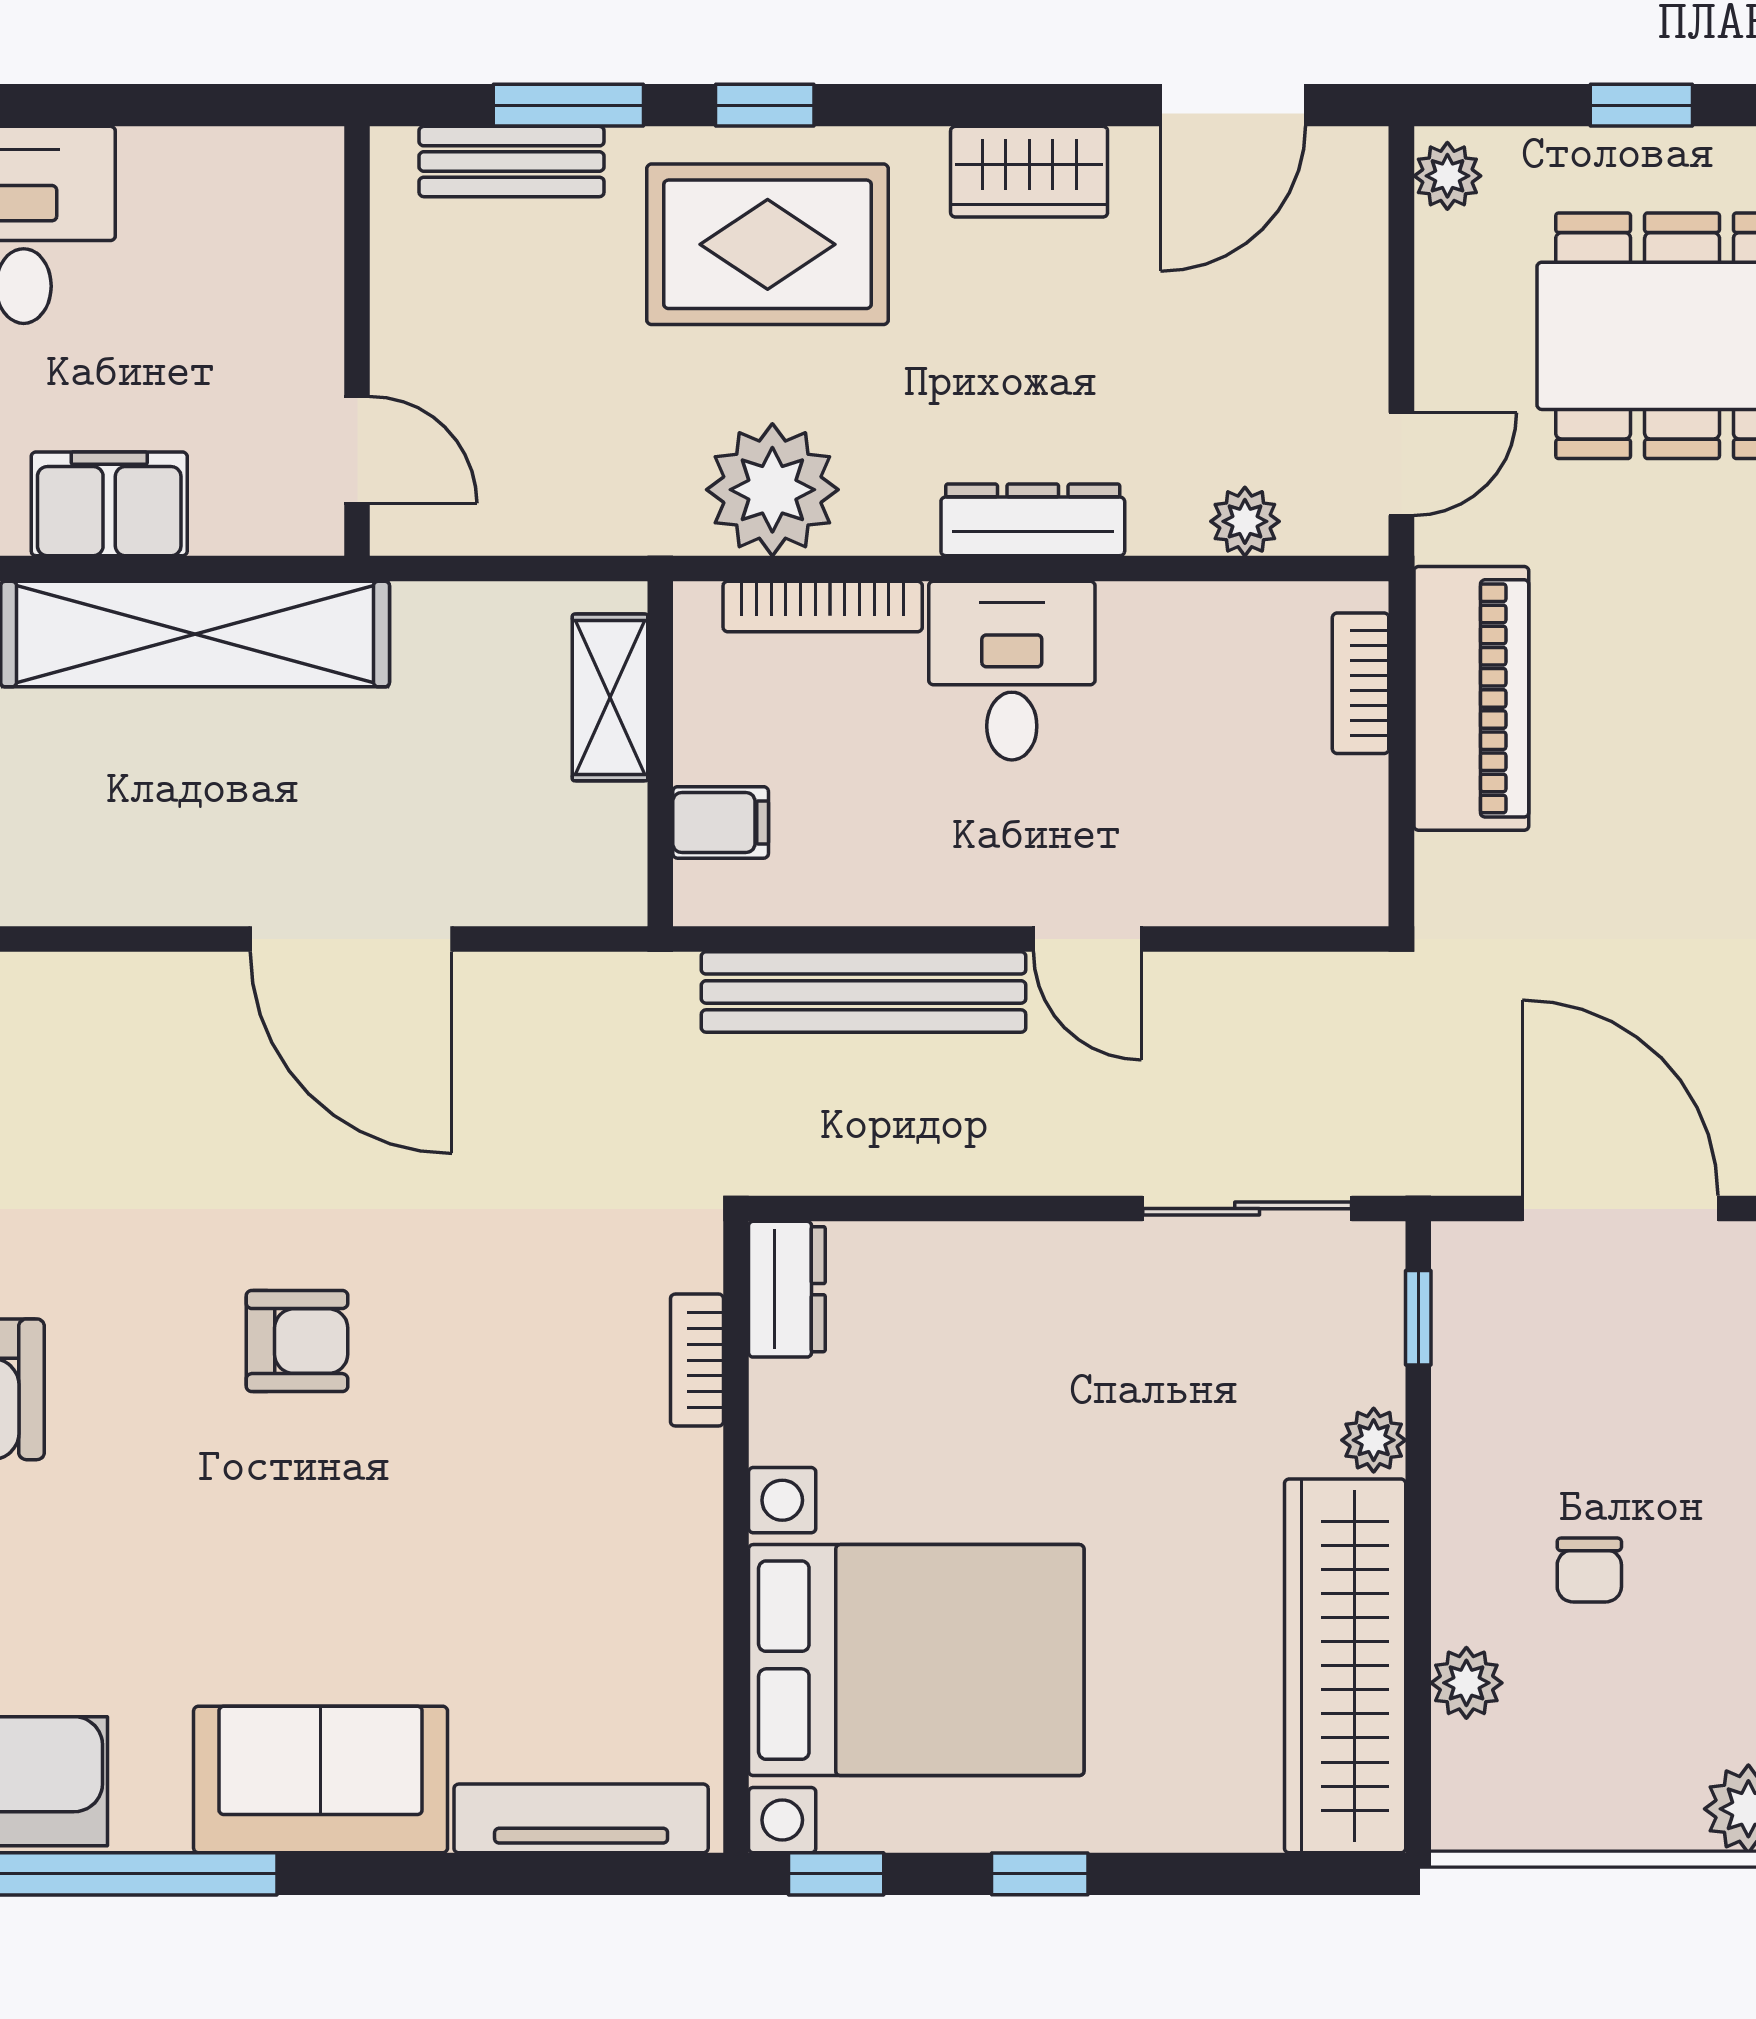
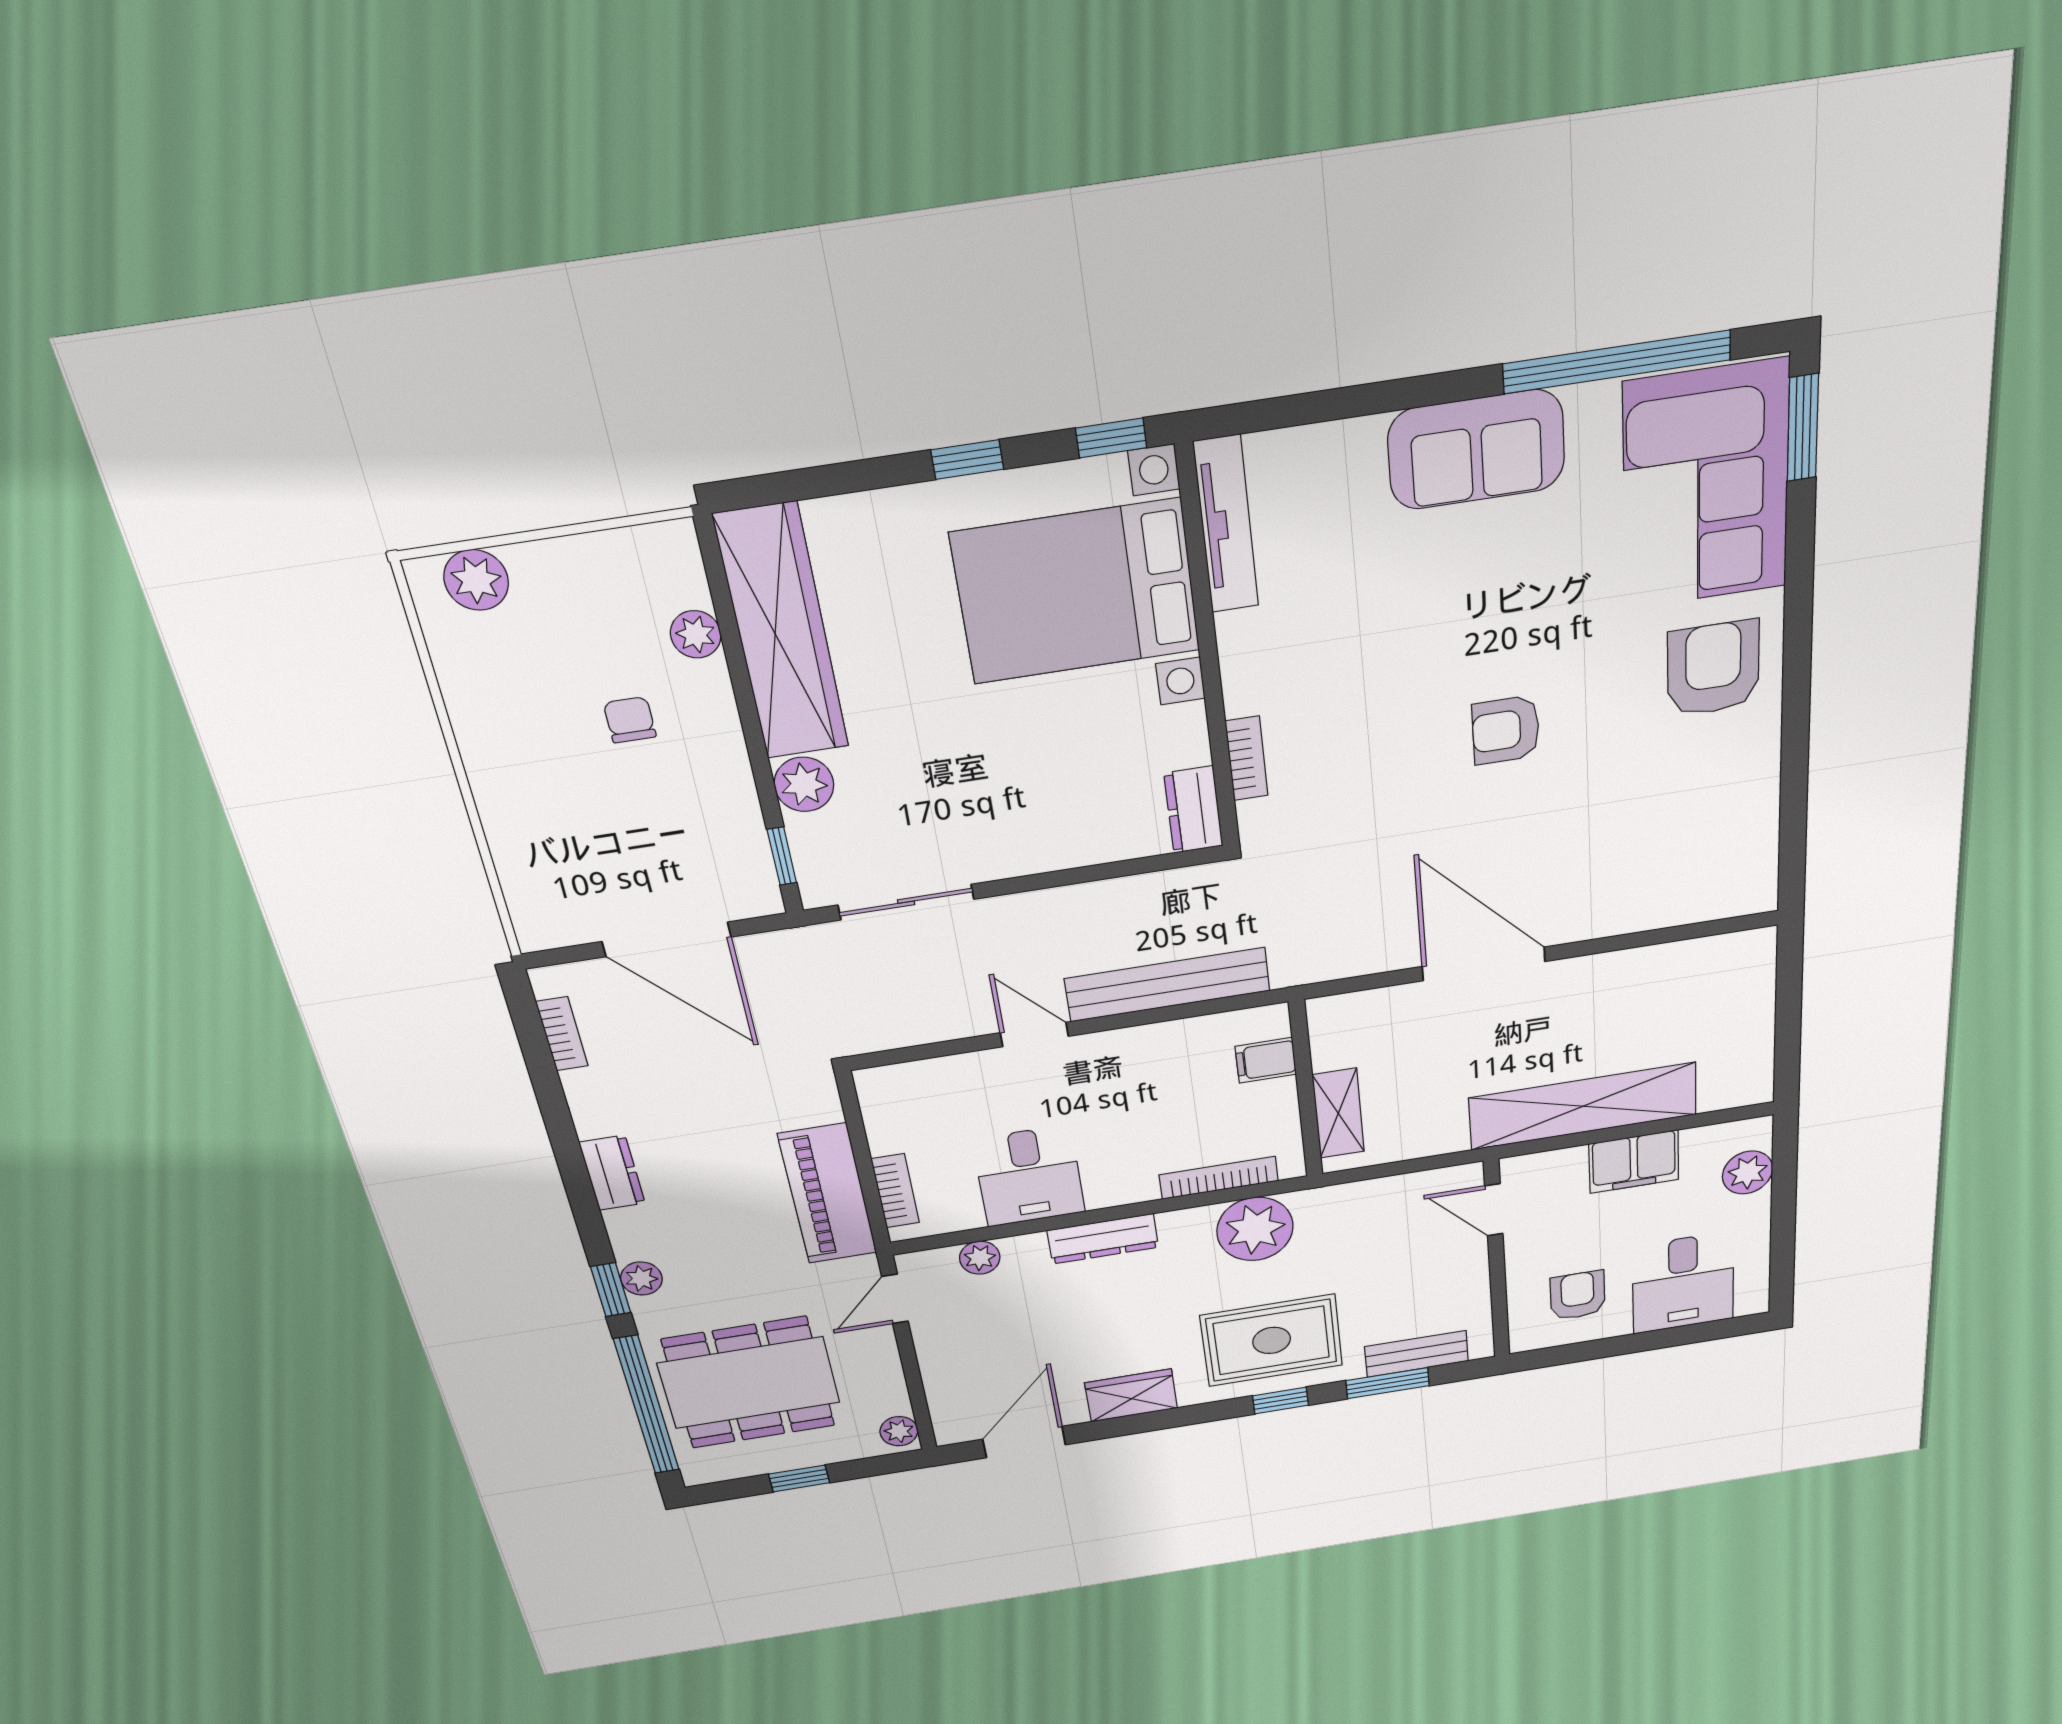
armchair: (215, 234) -> (1578, 1295), added
desk: (1012, 671) -> (1029, 1176), moved
plant: (1374, 1440) -> (804, 784), width x1.38, depth x1.38
tv unit: (581, 1818) -> (1226, 525), moved, turned -90

